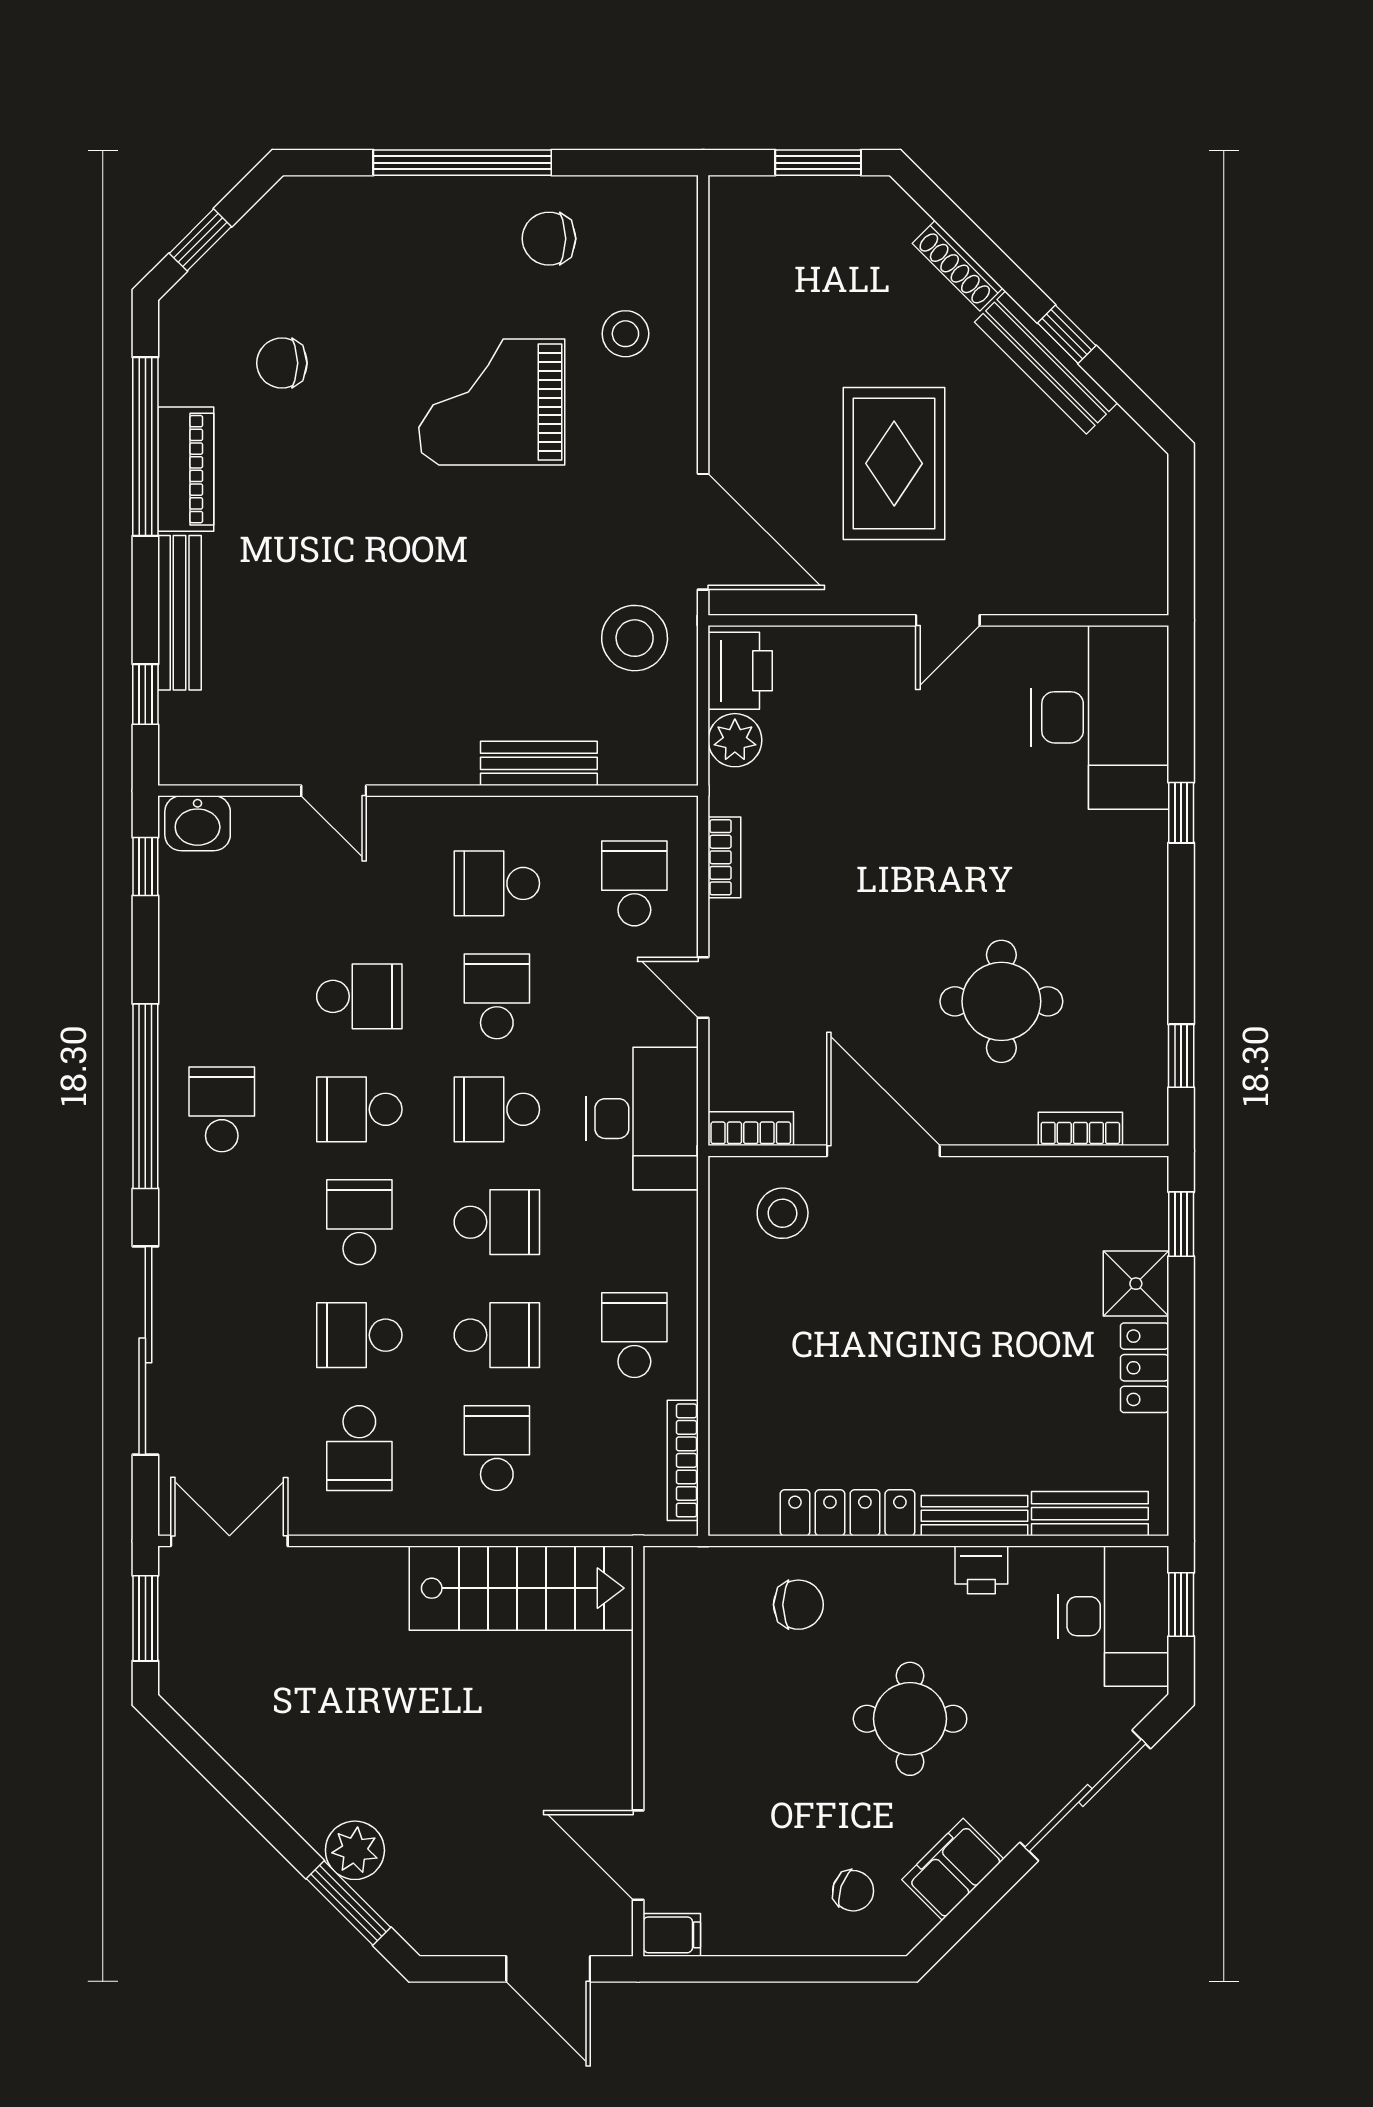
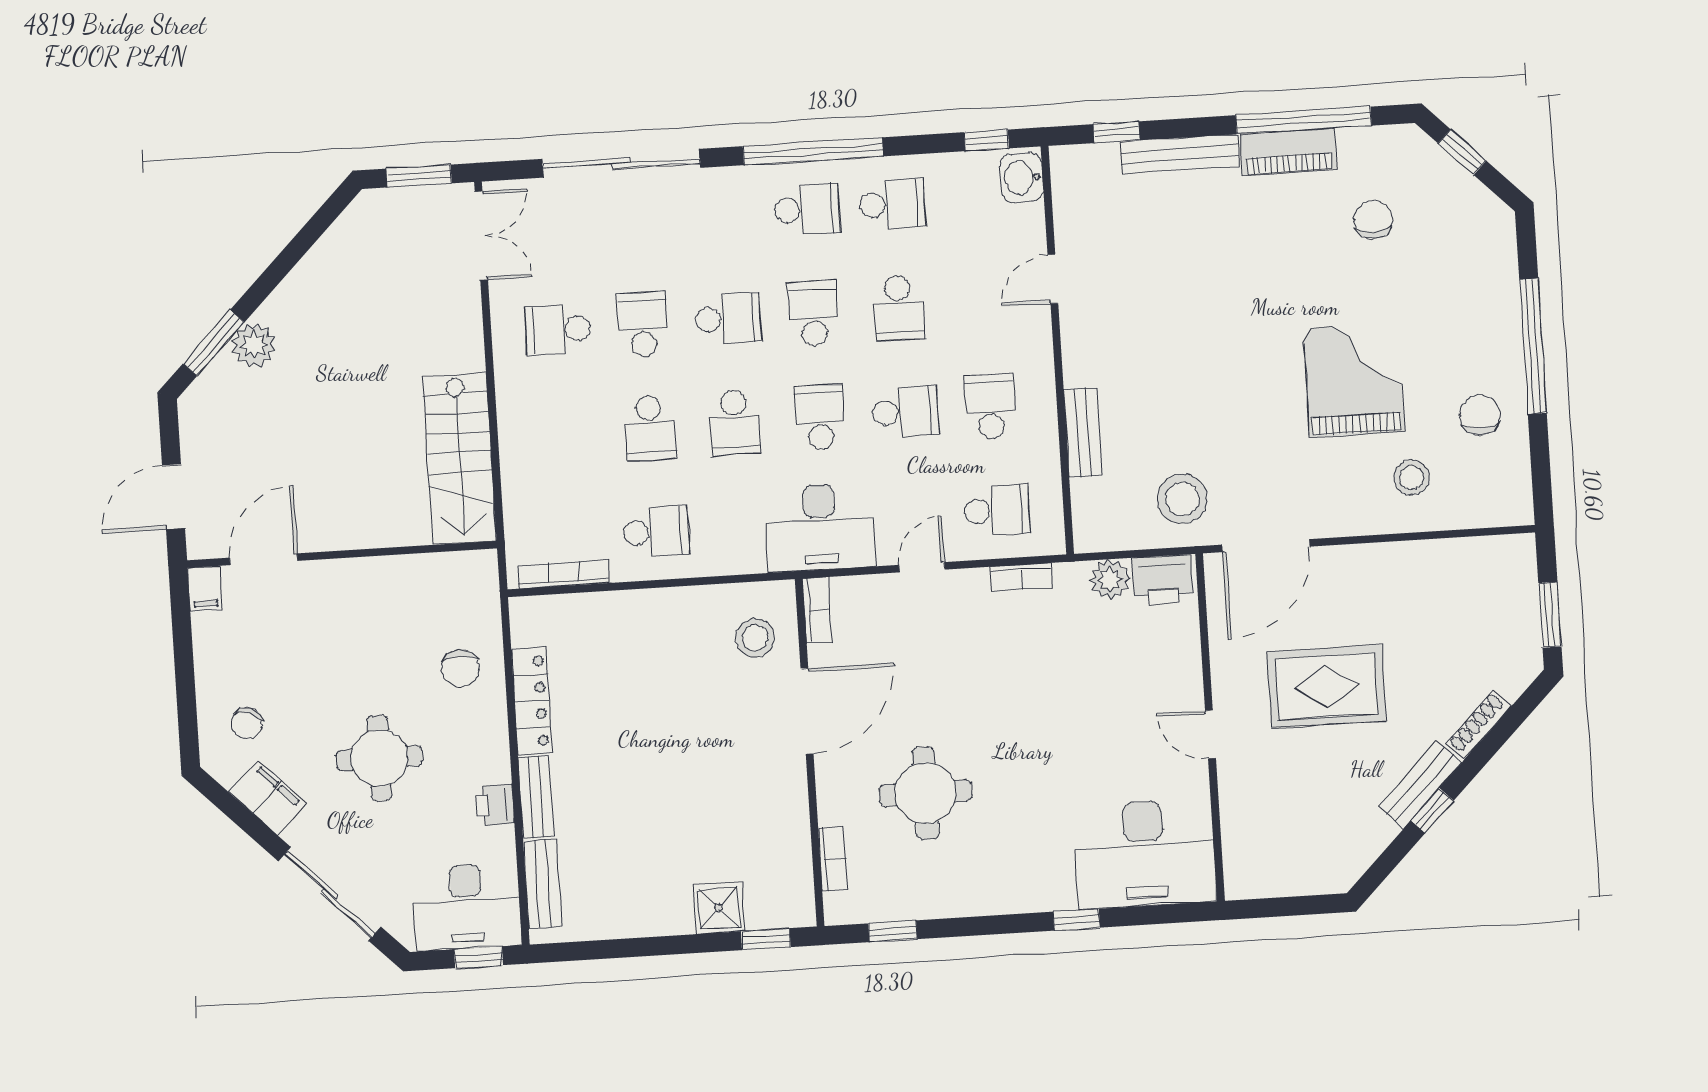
bench: (1046, 363) -> (1420, 784), width x0.73
locker: (1145, 1368) -> (656, 918), removed
school desk: (497, 1448) -> (892, 204), moved

